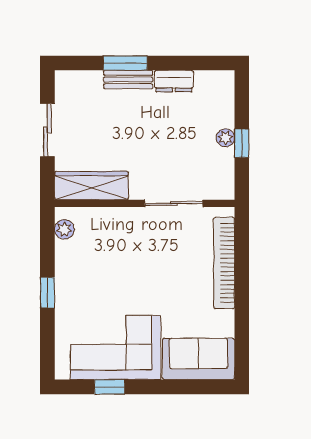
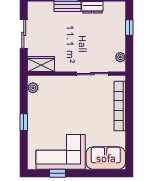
plant: (225, 138) -> (120, 57), moved
window: (242, 143) -> (129, 28), moved
wardrobe: (91, 186) -> (41, 64), width x0.67

